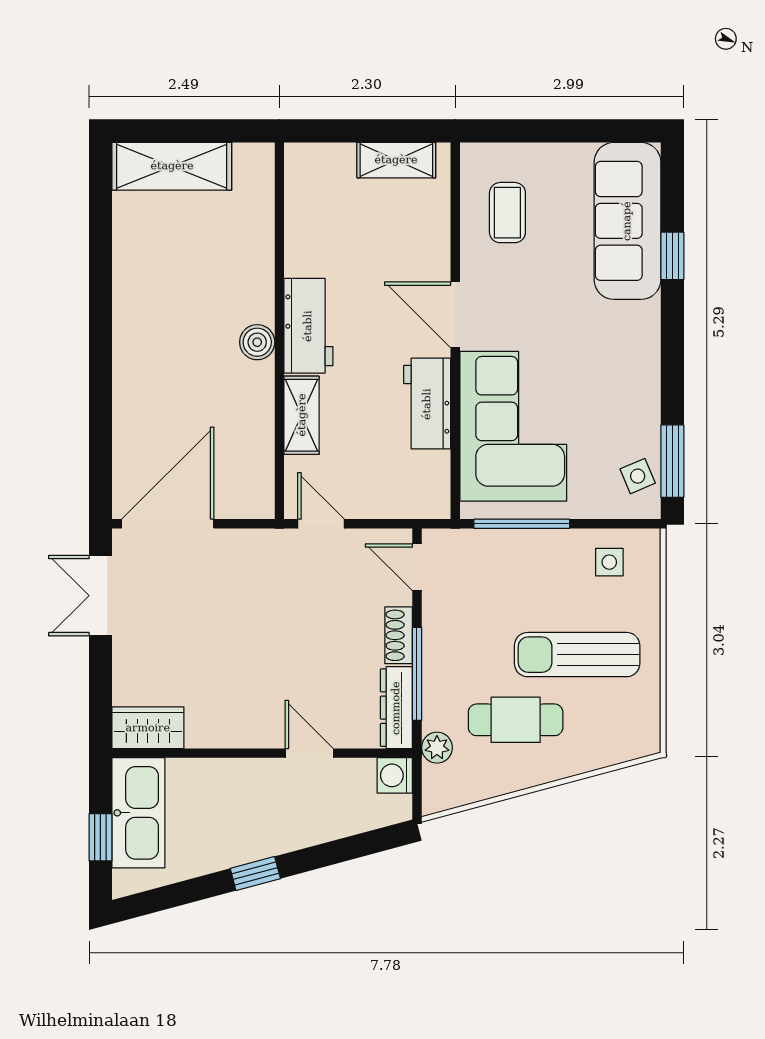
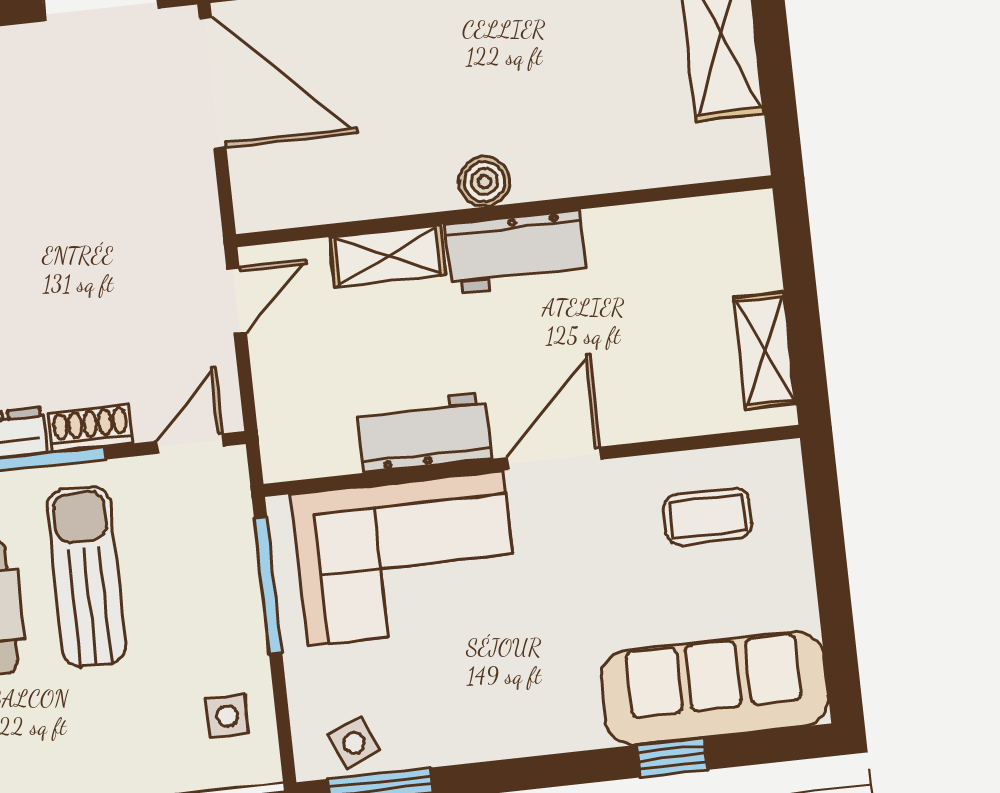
sun lounger: (577, 655) -> (86, 577), moved

